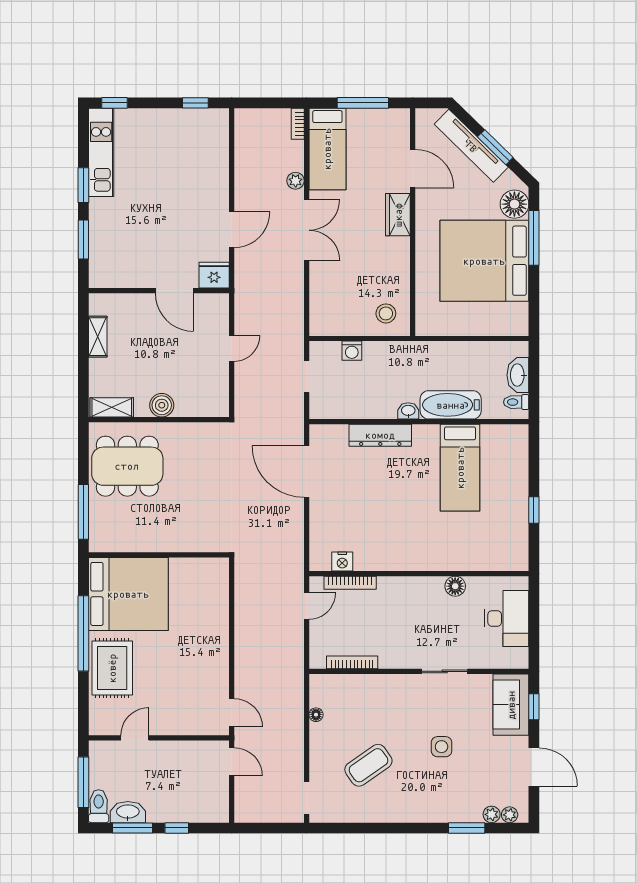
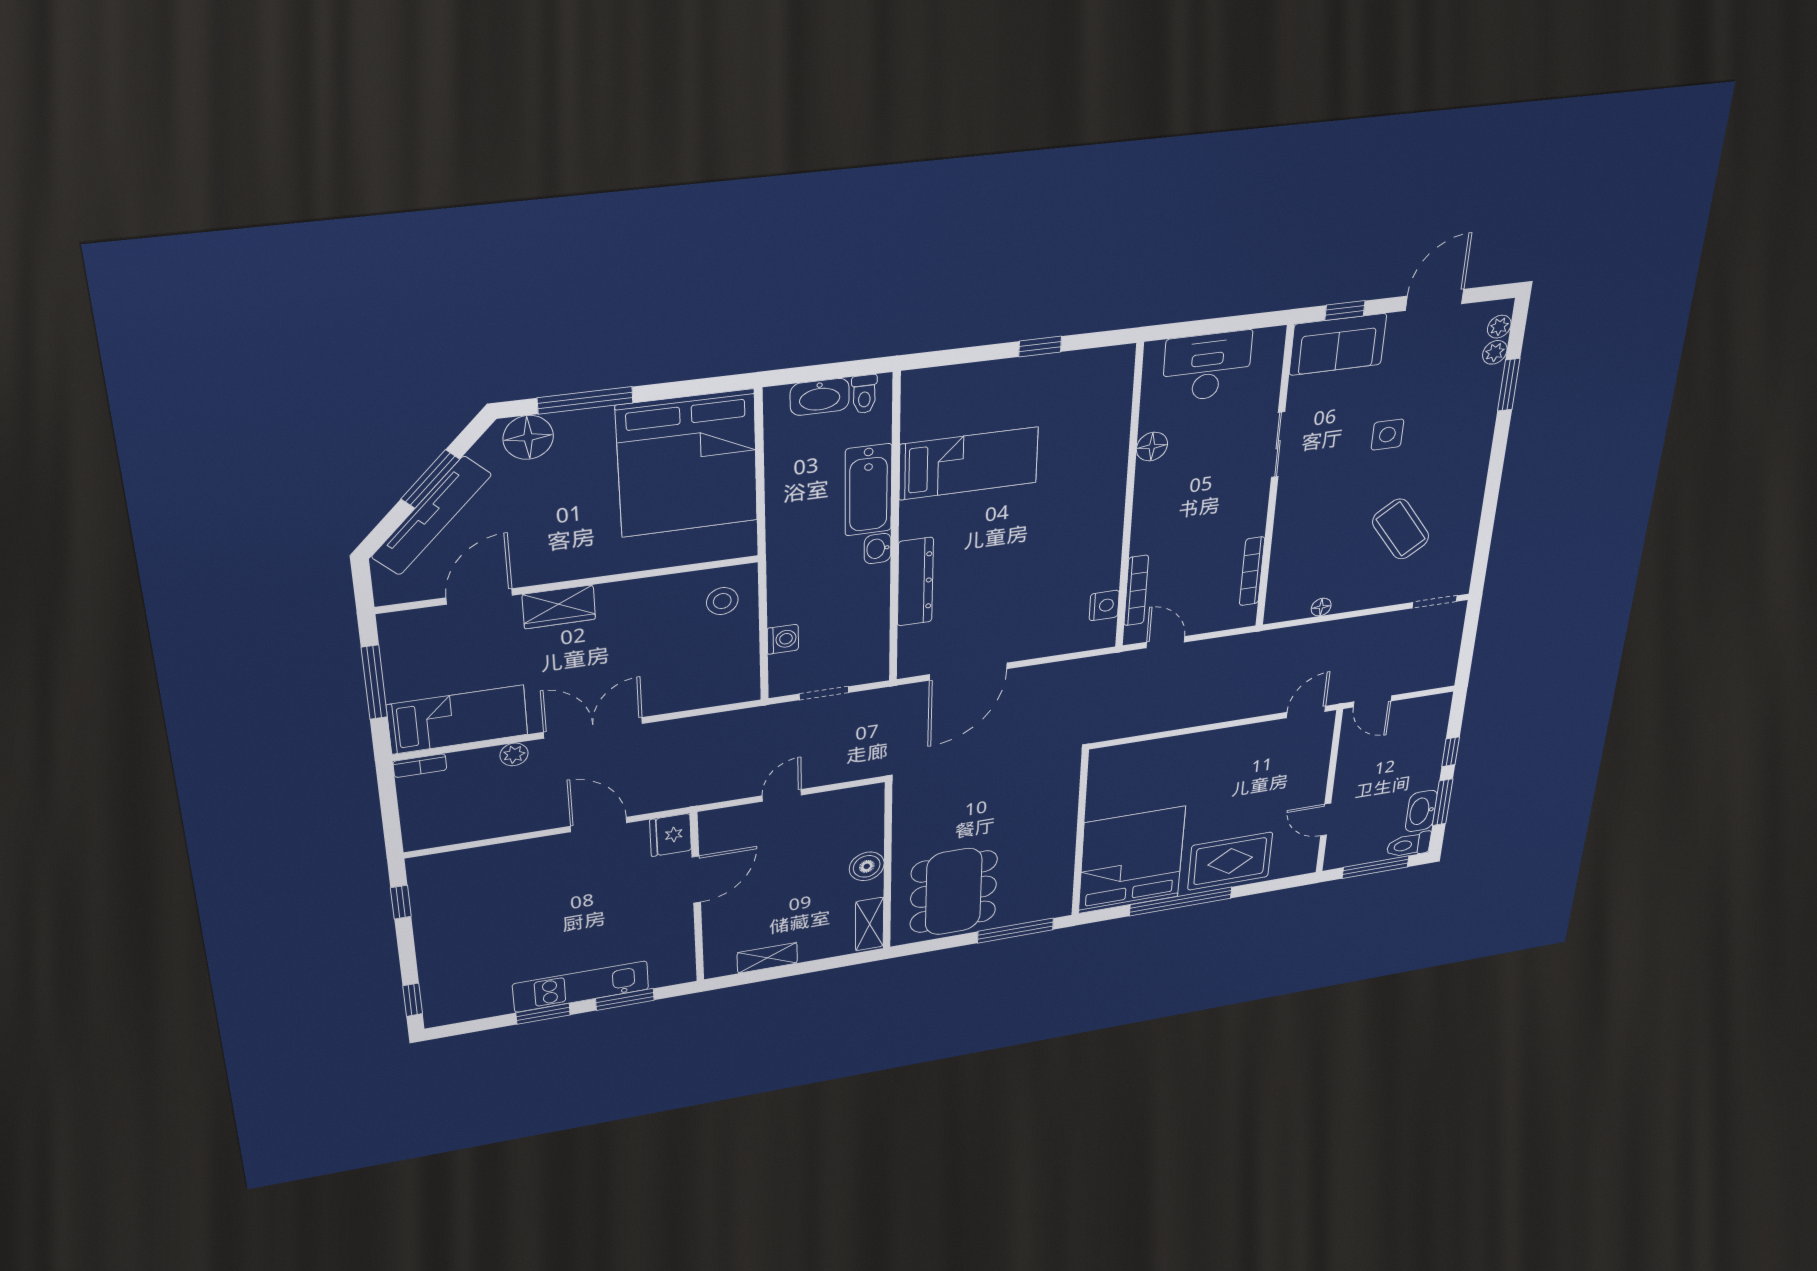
kitchen unit: (101, 152) -> (581, 987), moved
bed: (484, 261) -> (687, 464), moved
door: (232, 348) -> (782, 795), hinge flipped
door: (232, 762) -> (1372, 701), swing flipped

